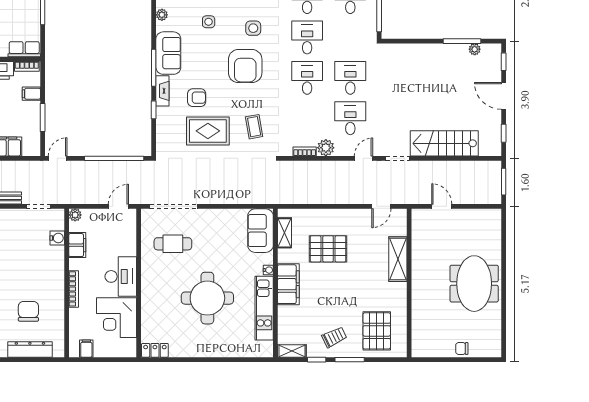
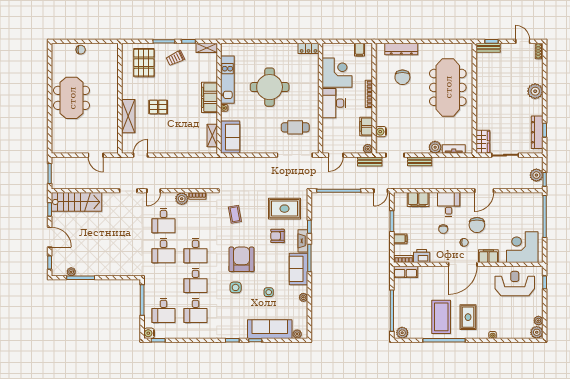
rug: (208, 131) -> (284, 209), moved
stairs: (444, 143) -> (76, 202), moved
bench: (72, 198) -> (370, 161), added
pallet: (328, 249) -> (158, 107), moved, width x0.67, depth x0.71

